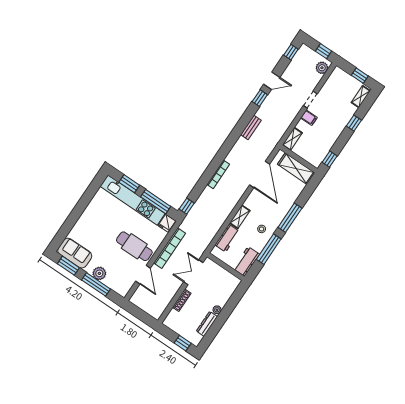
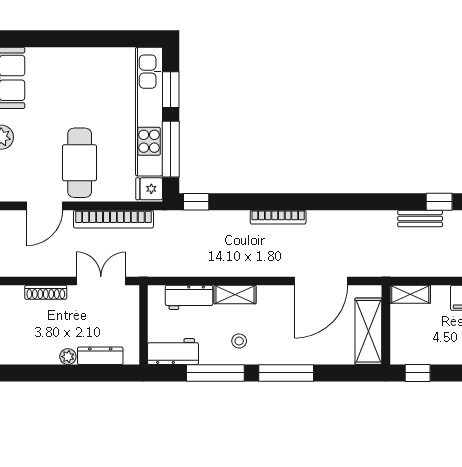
bench: (251, 127) -> (420, 218), moved
dresser: (207, 324) -> (100, 356), moved

